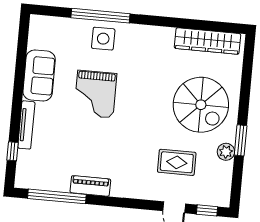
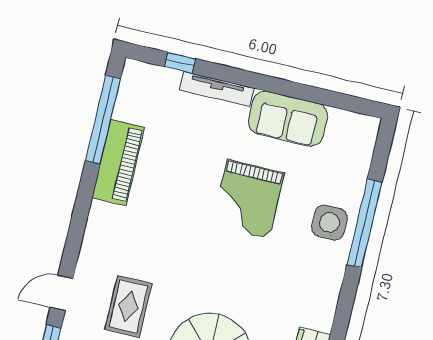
grand piano: (95, 94) -> (248, 199), turned -90
piano: (90, 186) -> (118, 162), width x1.37, depth x1.33

